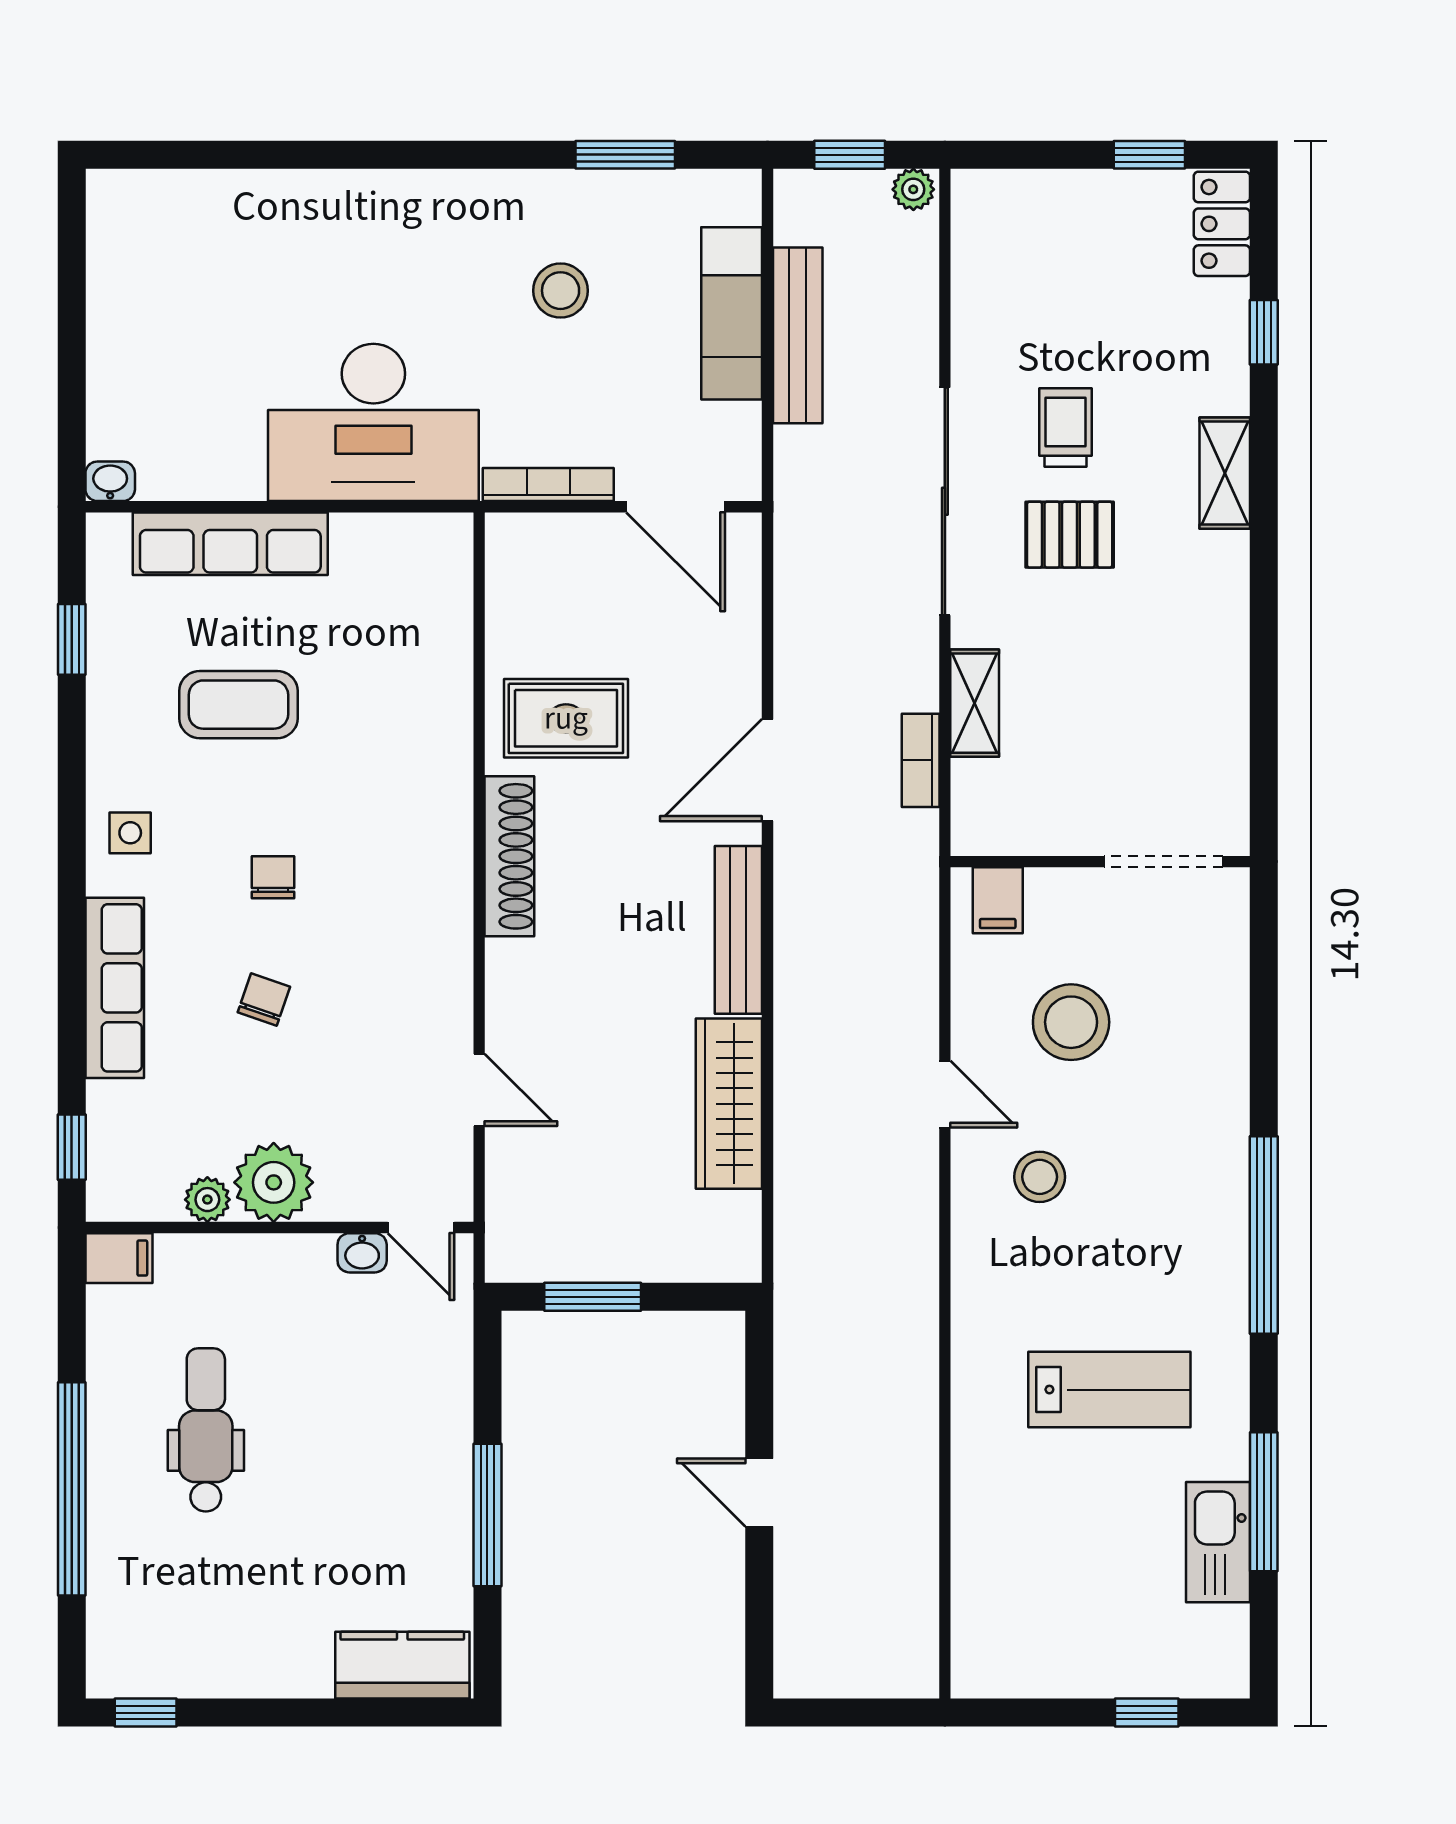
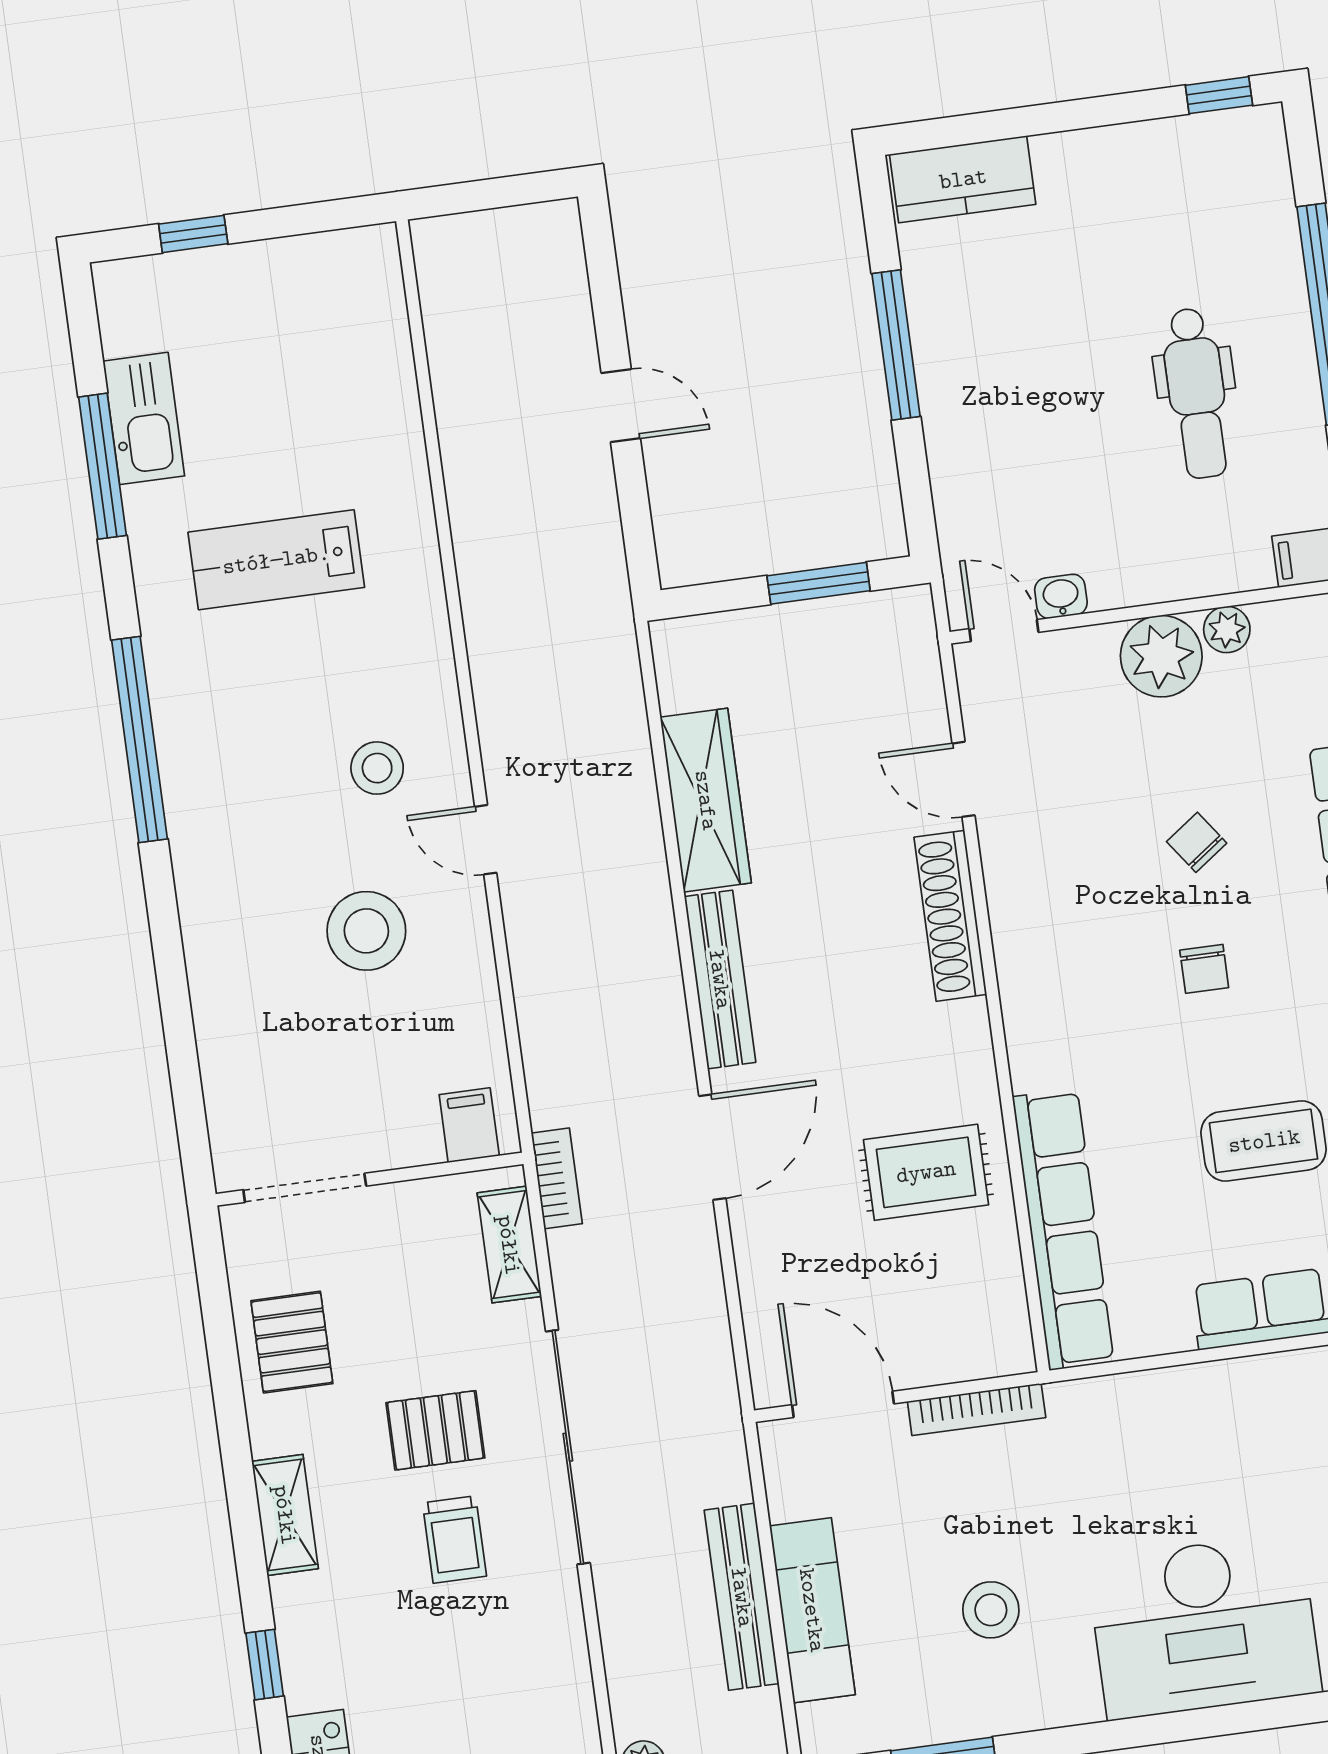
desk: (373, 422) -> (1204, 1626), moved, turned 180
pallet: (1196, 638) -> (292, 1342), added
row of seats: (442, 646) -> (1063, 1229), added
shoe rack: (509, 856) -> (950, 916), moved
wall: (1100, 862) -> (370, 1179), moved
doorway: (1163, 862) -> (305, 1188), moved
filing cabinet: (998, 900) -> (469, 1125), moved
chair: (264, 999) -> (1197, 842), turned 125

